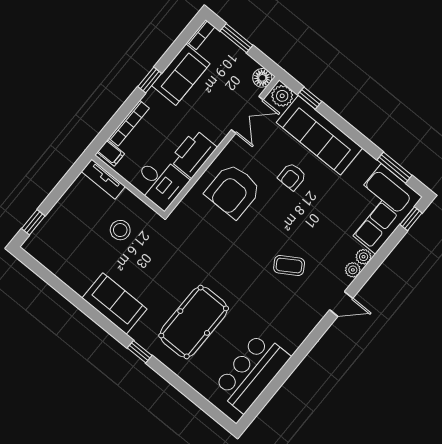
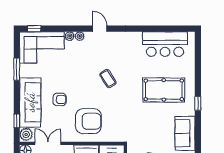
window: (395, 168) -> (17, 69), moved
coffee table: (289, 266) -> (108, 79), moved

